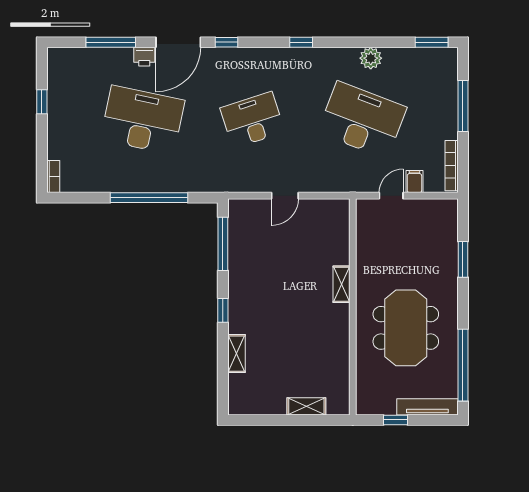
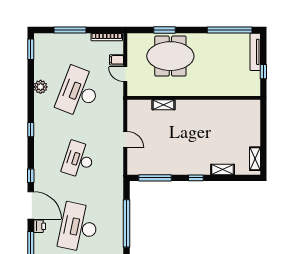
desk: (252, 120) -> (79, 160), turned 36
shelving: (342, 284) -> (164, 105), moved
meeting table: (406, 328) -> (170, 56), moved
shelving: (306, 406) -> (255, 159), moved

